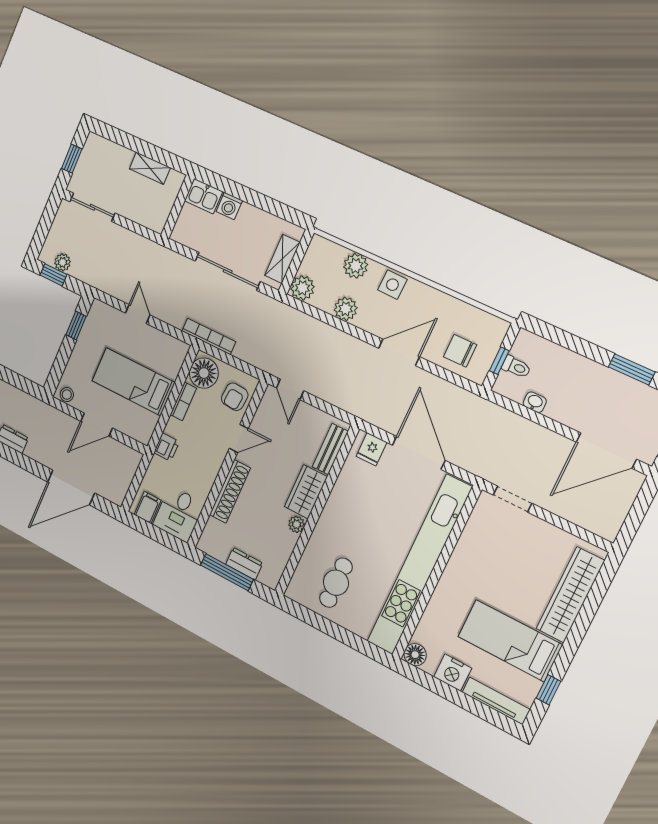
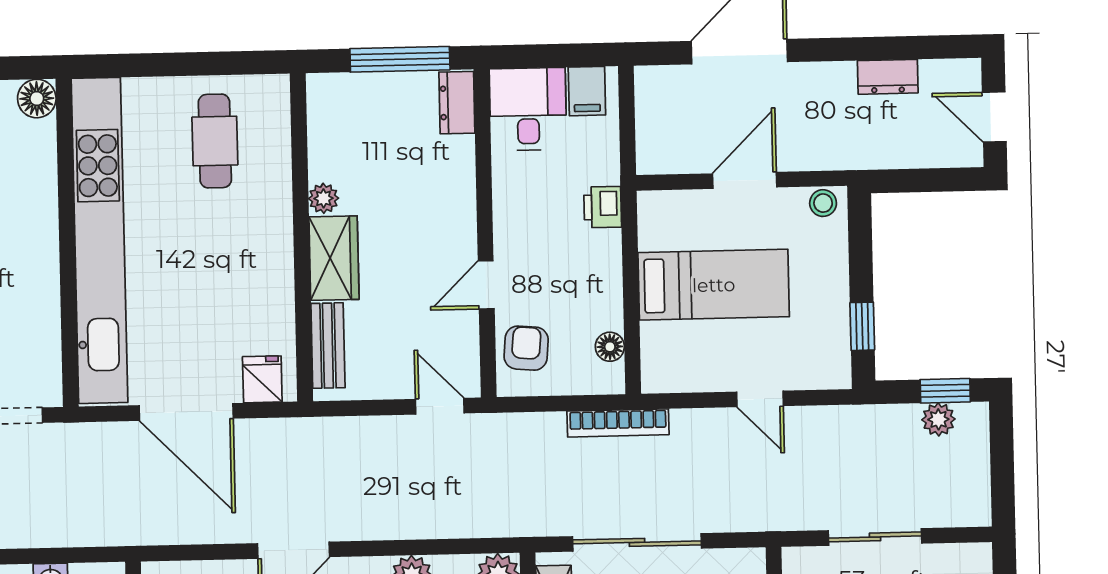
sliding door: (92, 207) -> (875, 537), moved
floor lamp: (204, 373) -> (610, 347), width x0.53, depth x0.53
bookcase: (183, 401) -> (610, 296), removed
shoe rack: (230, 491) -> (459, 192), removed
dresser: (244, 564) -> (457, 103), moved, turned 90

